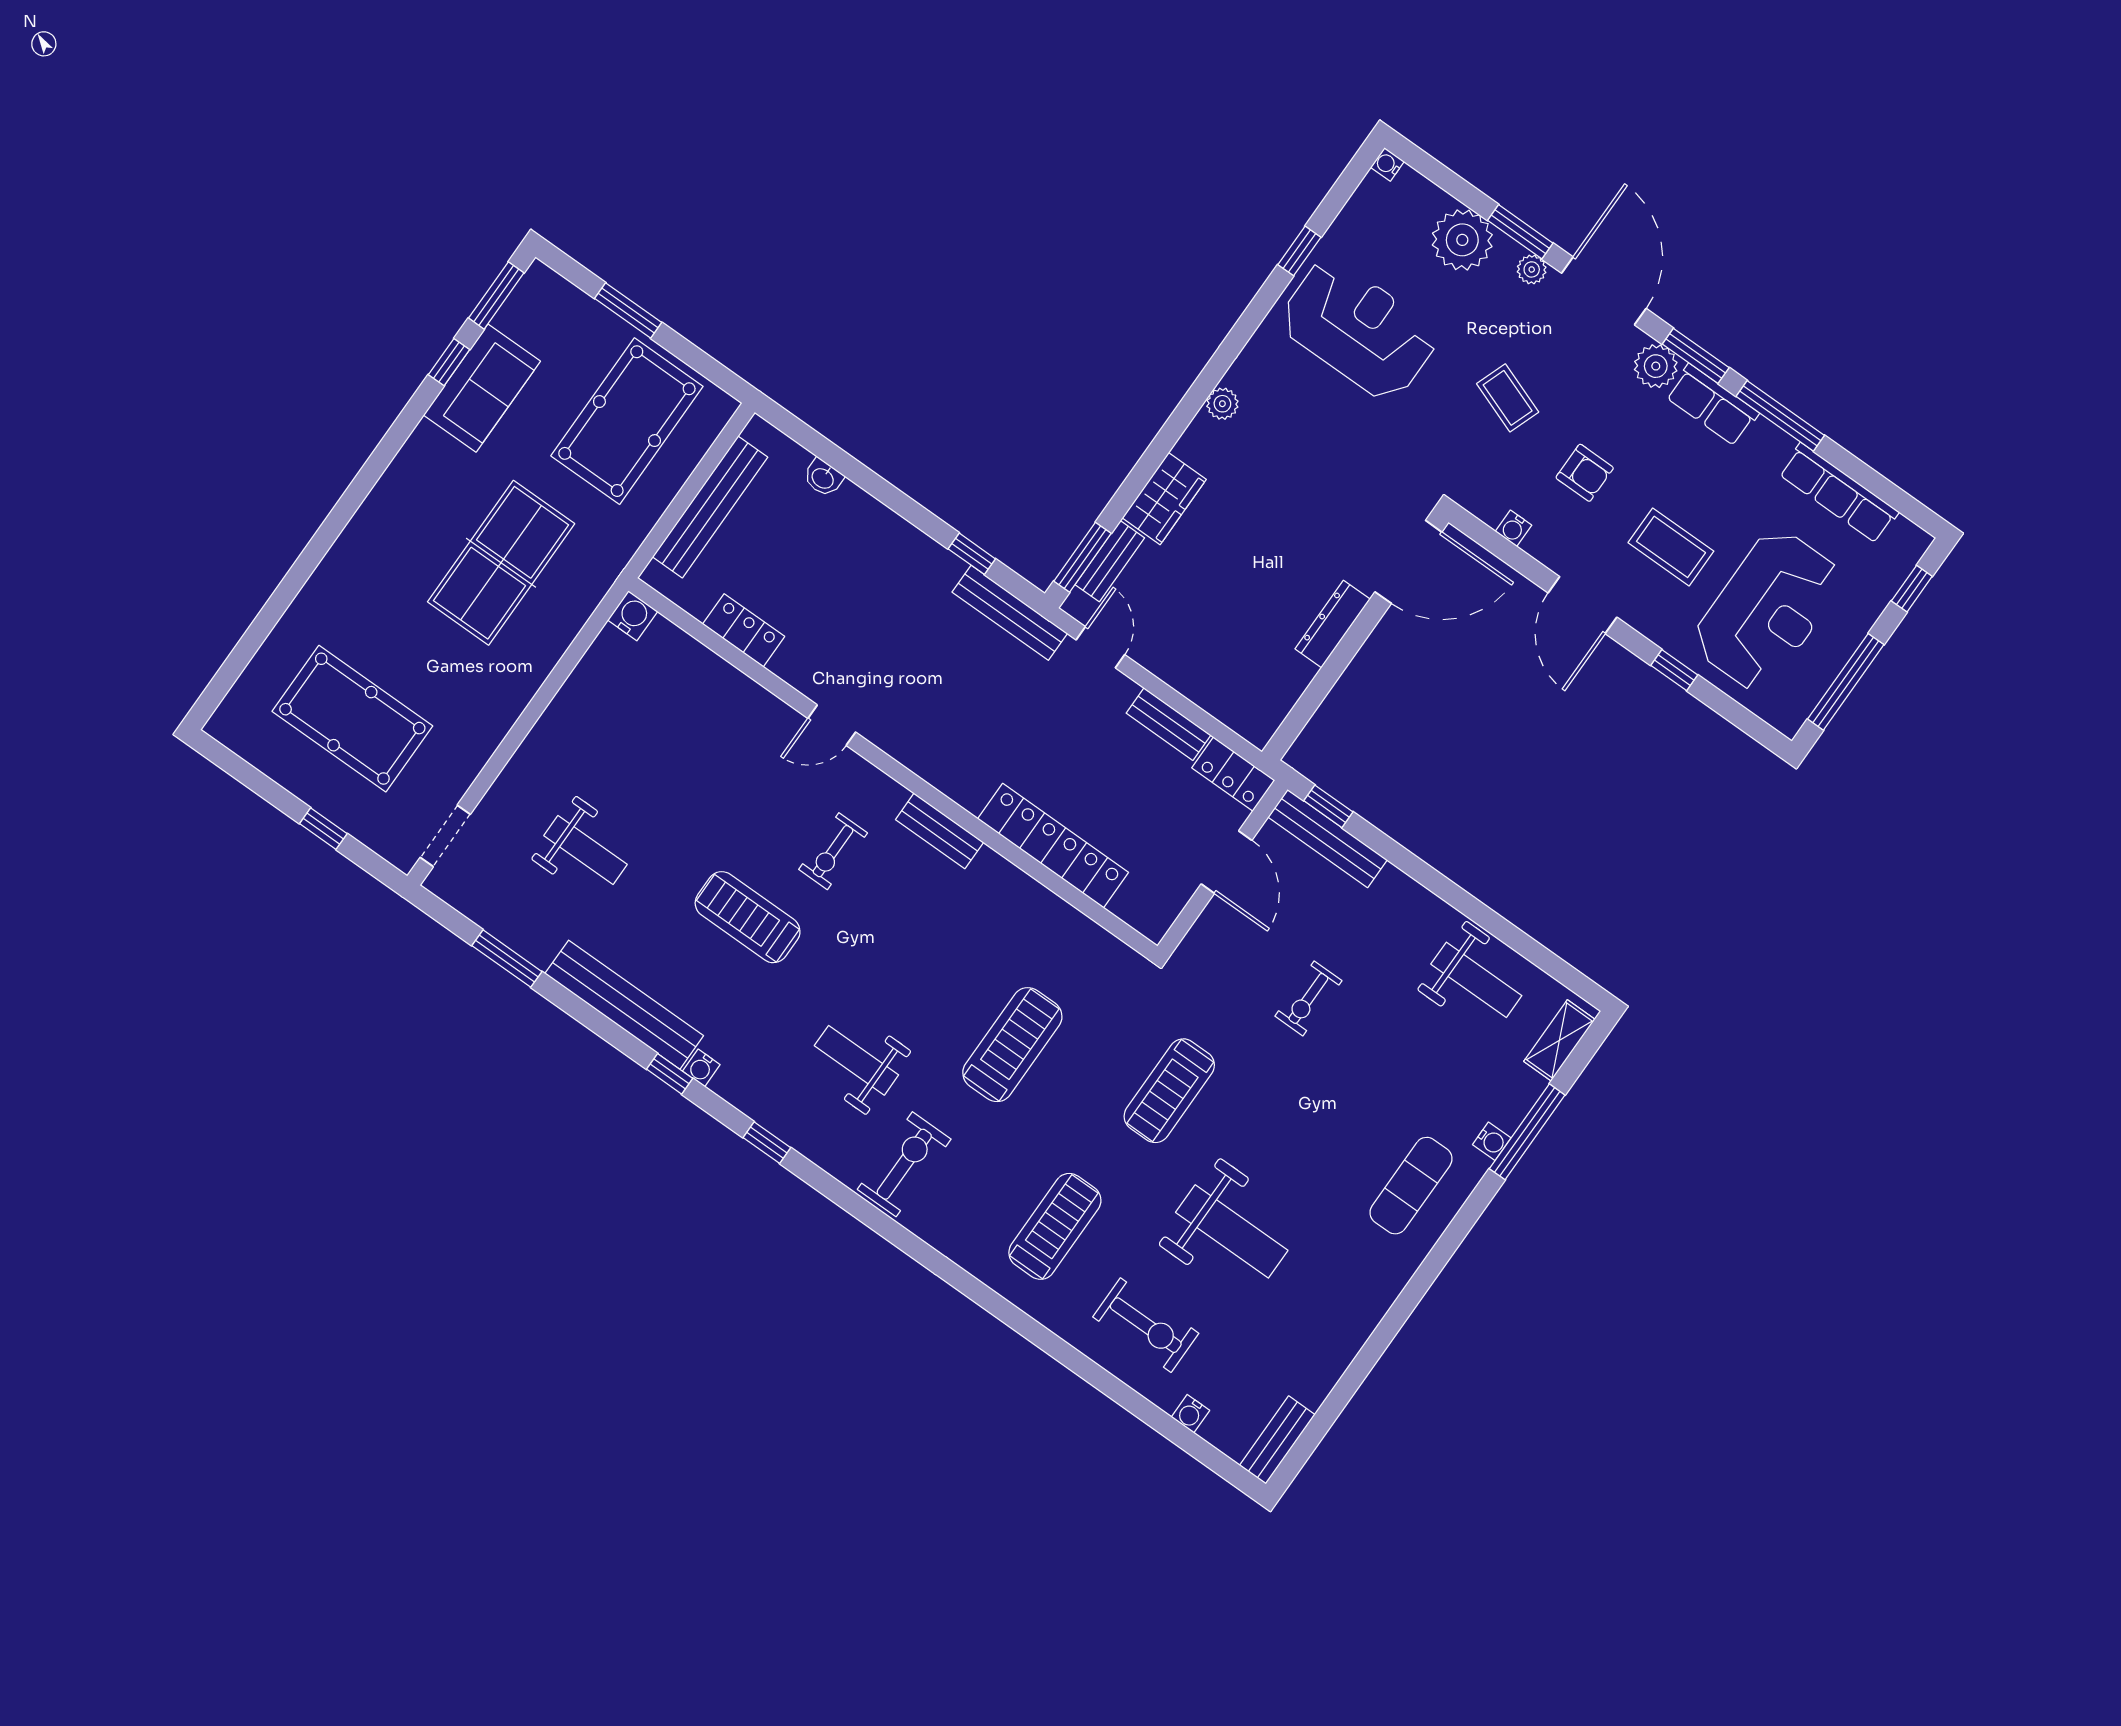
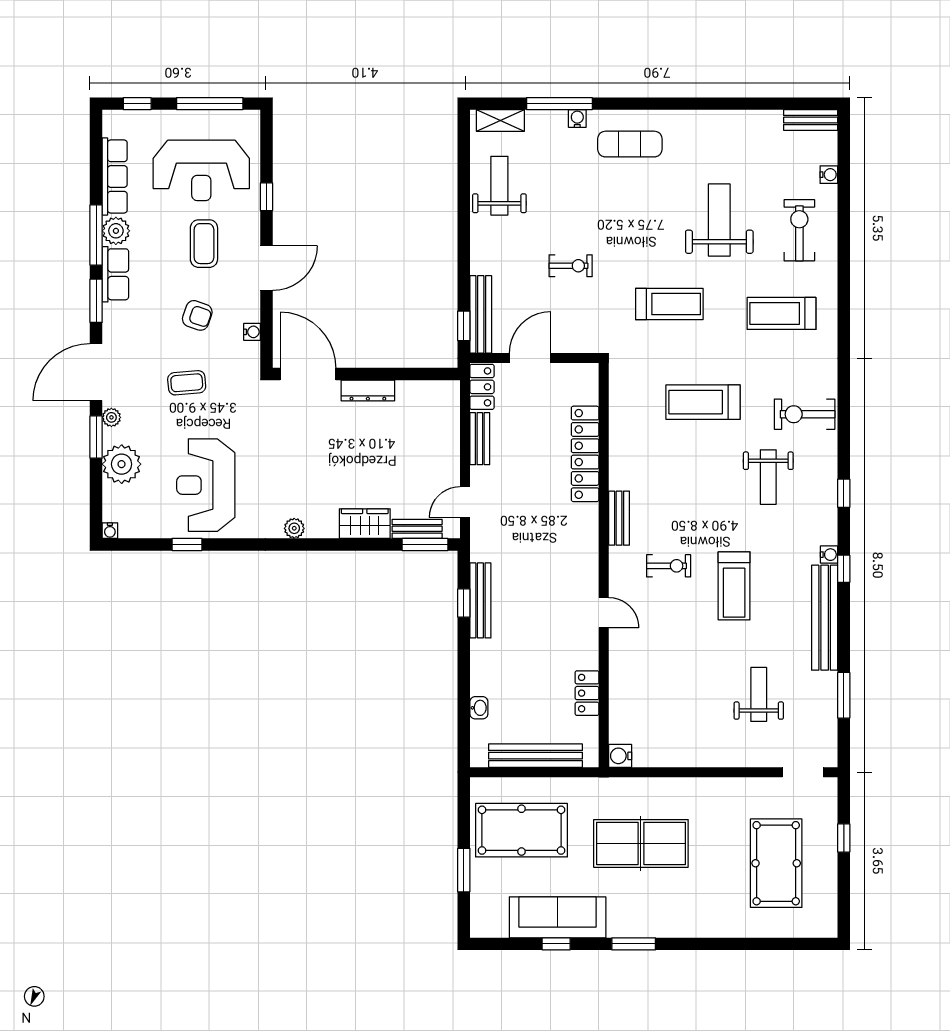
window: (496, 295) -> (634, 944), moved
plant: (1656, 366) -> (116, 231), moved
sofa: (482, 388) -> (558, 917), width x1.36
coffee table: (1508, 398) -> (187, 383), turned 65
armchair: (1585, 473) -> (197, 315), turned 109
reception desk: (1768, 610) -> (201, 170), turned 180
bench: (1010, 613) -> (480, 600), moved

